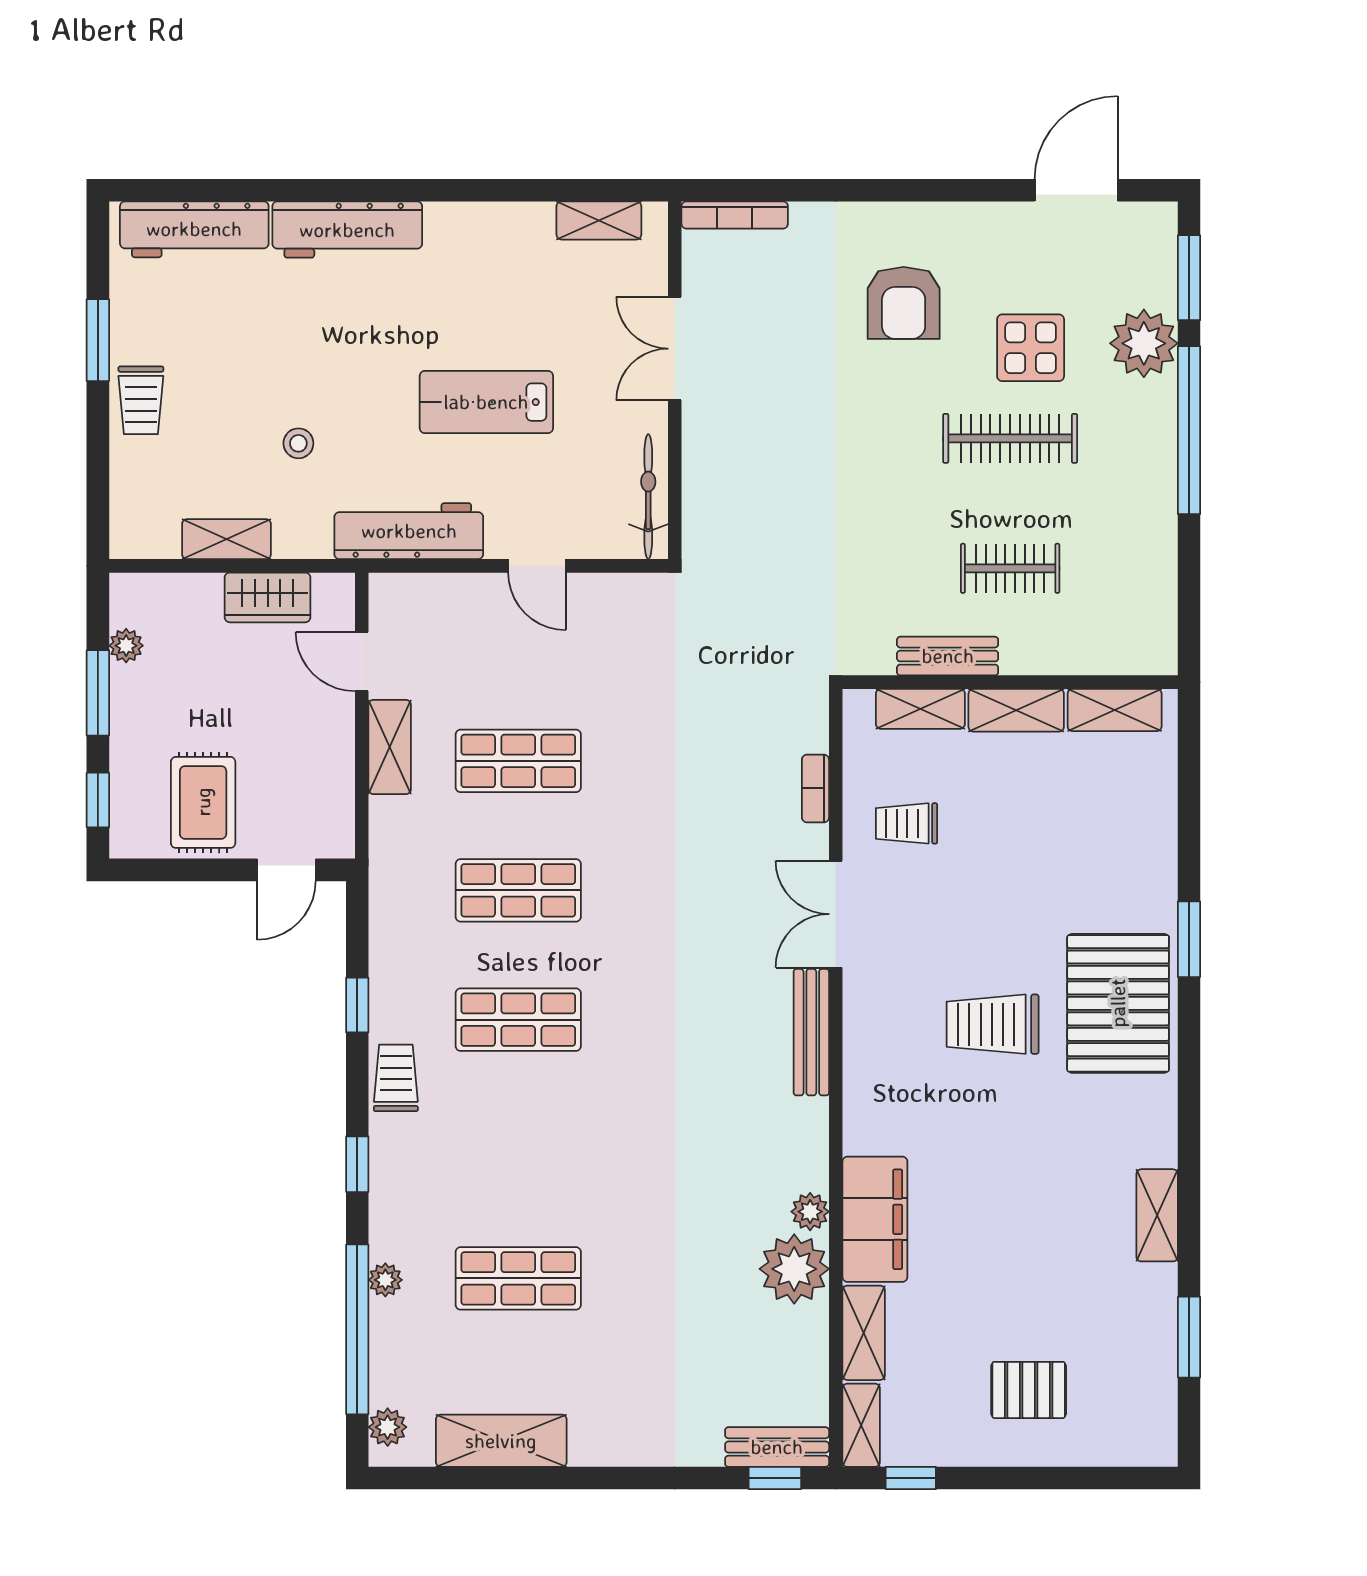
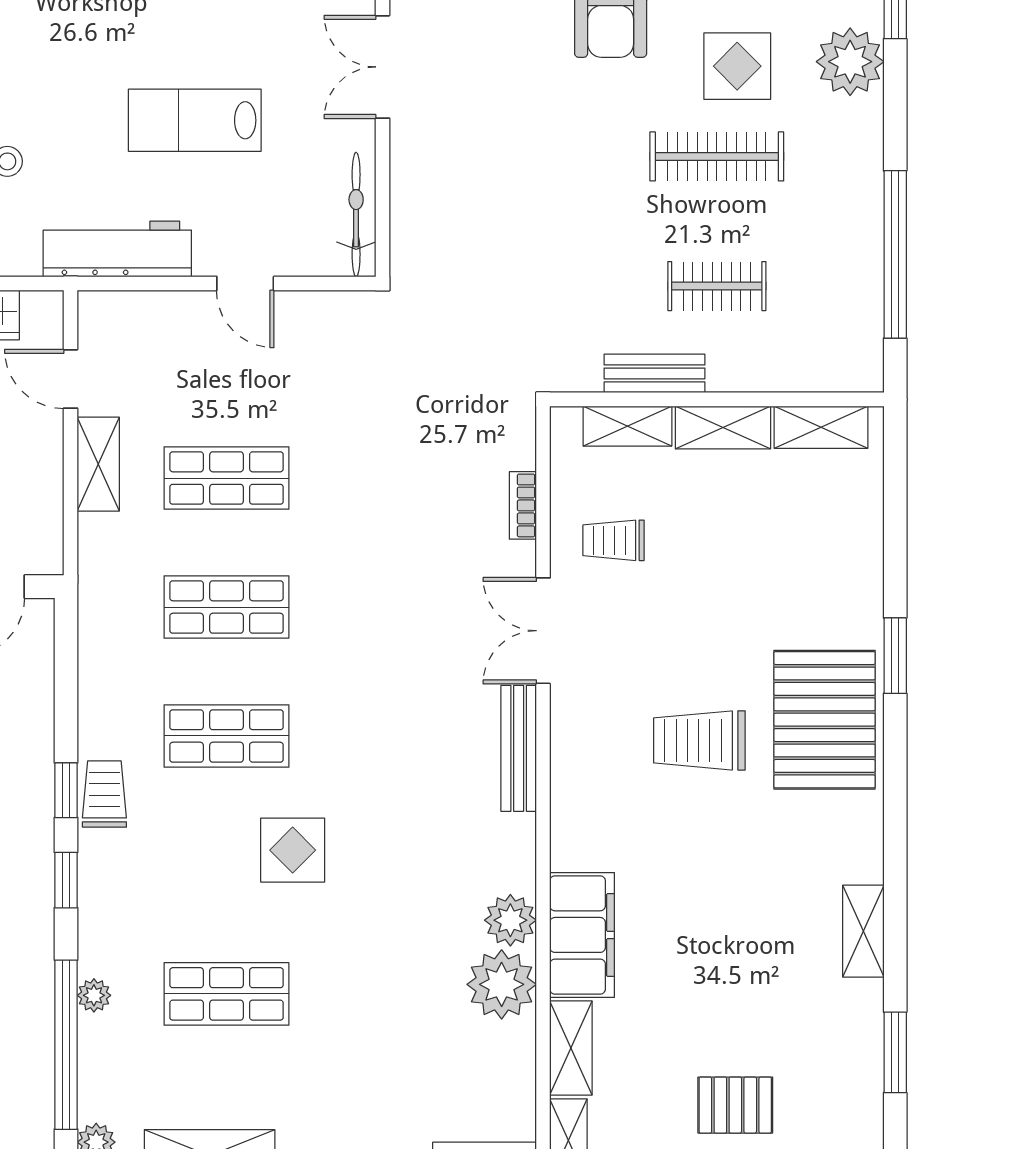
window: (1189, 430) -> (895, 254), moved
window: (357, 1005) -> (66, 790), moved
display table: (585, 1134) -> (293, 850), added
plant: (810, 1212) -> (510, 920), width x1.38, depth x1.38

